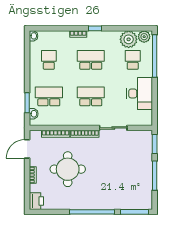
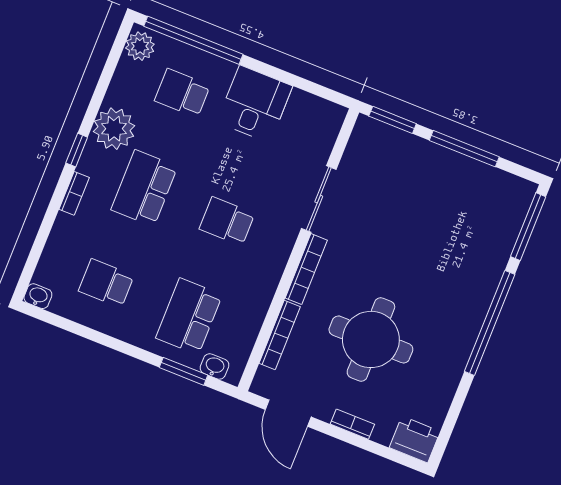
plant: (129, 39) -> (114, 129), moved
desk: (140, 93) -> (255, 104), width x0.73
school desk: (91, 96) -> (227, 221), width x0.54

